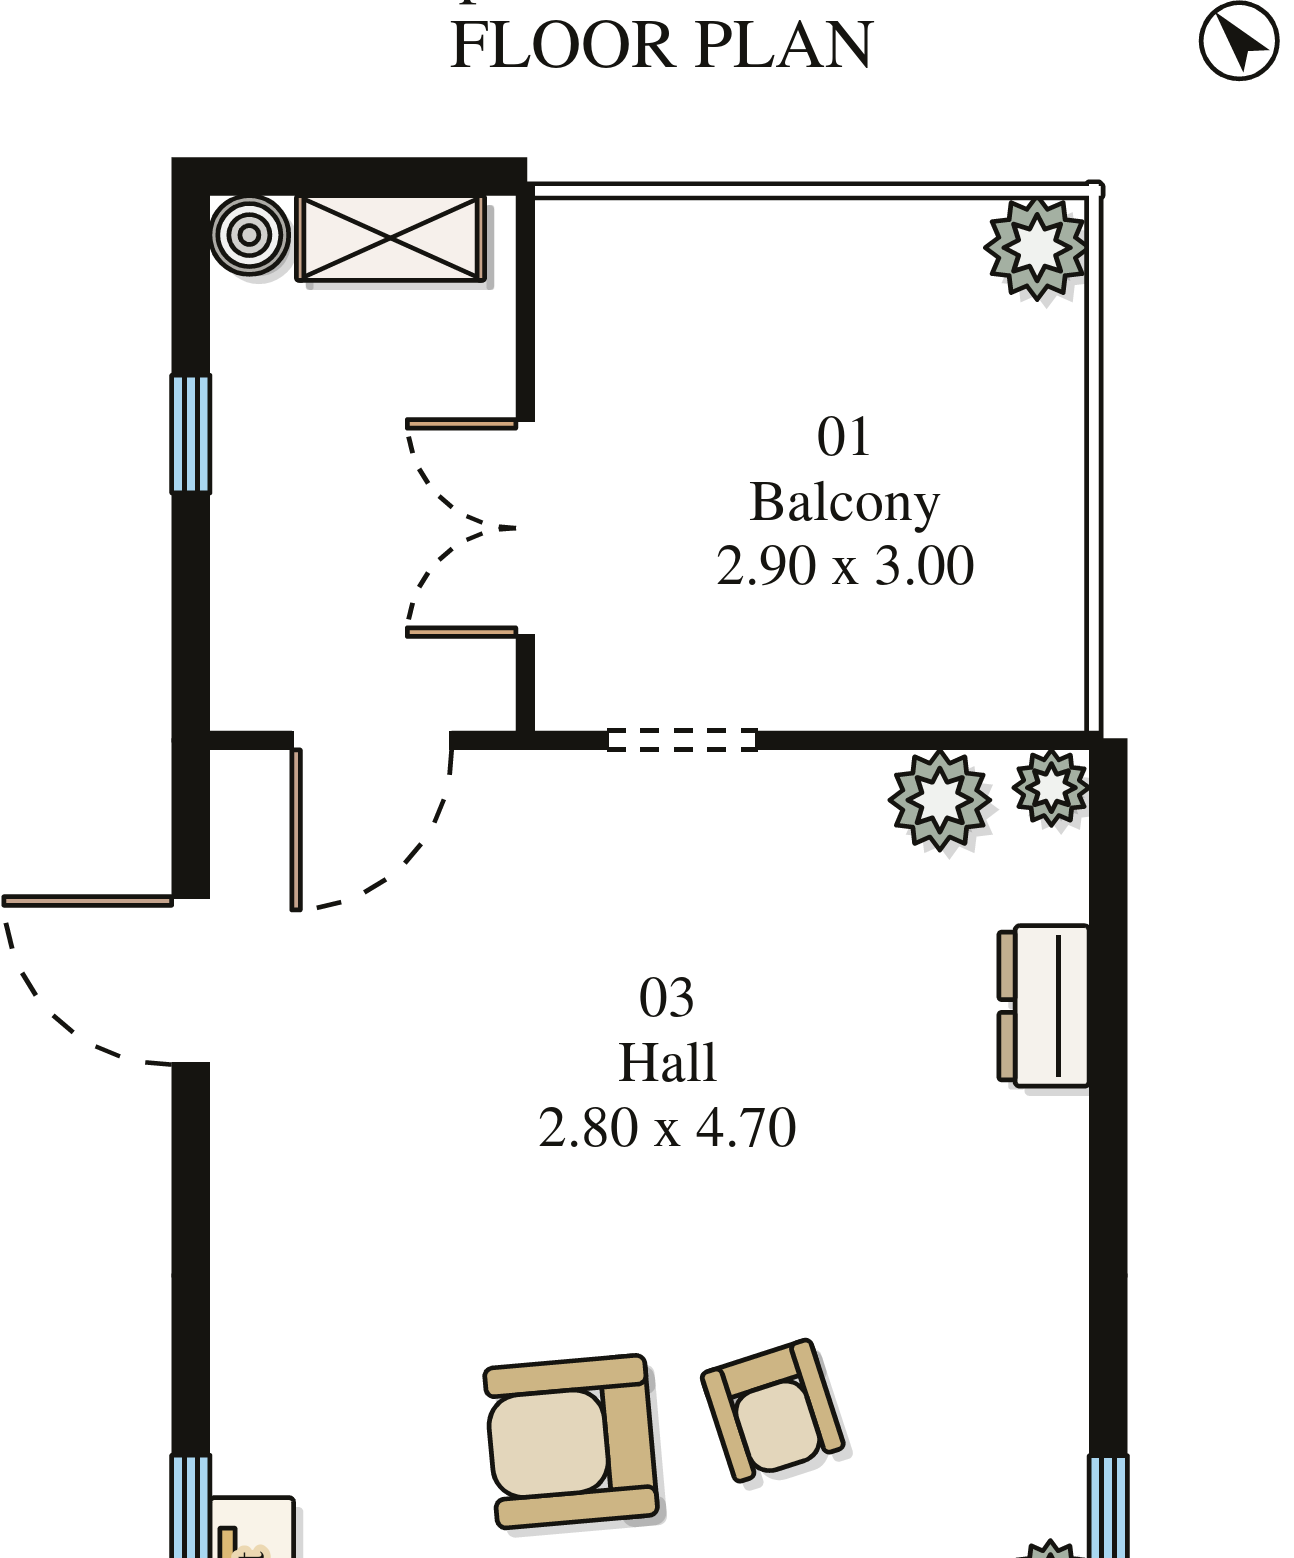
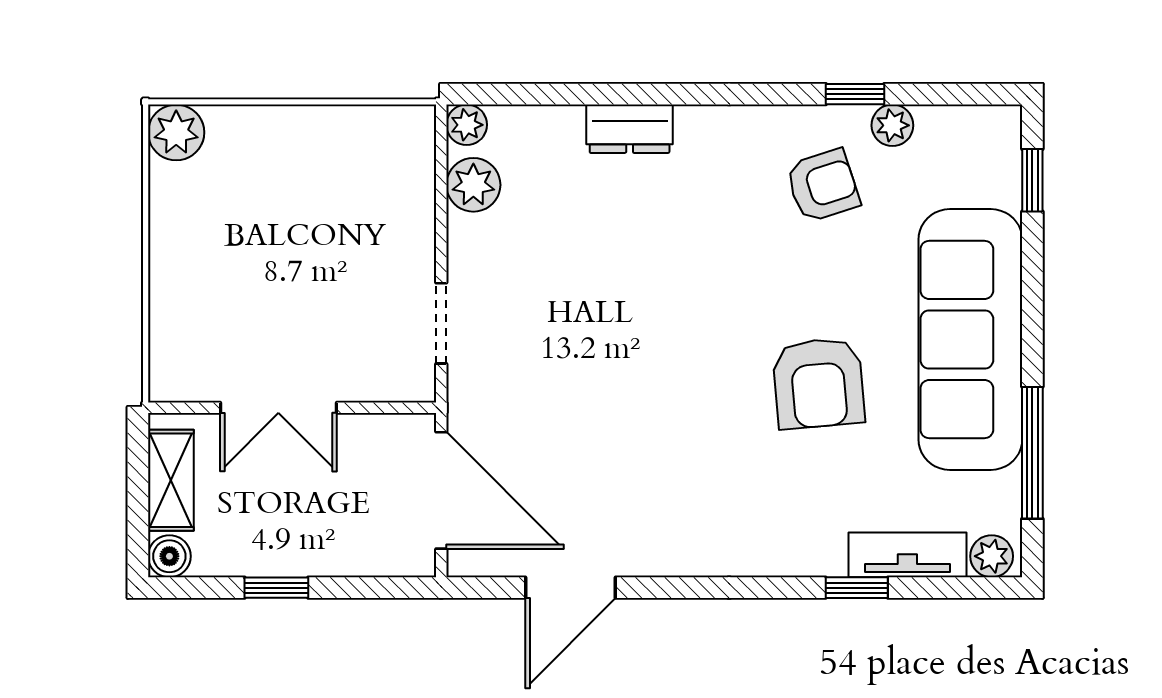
double door: (525, 528) -> (278, 408), moved
door: (372, 740) -> (441, 490), width x1.36
dresser: (1044, 1006) -> (630, 129), moved
armchair: (773, 1411) -> (823, 186), moved

